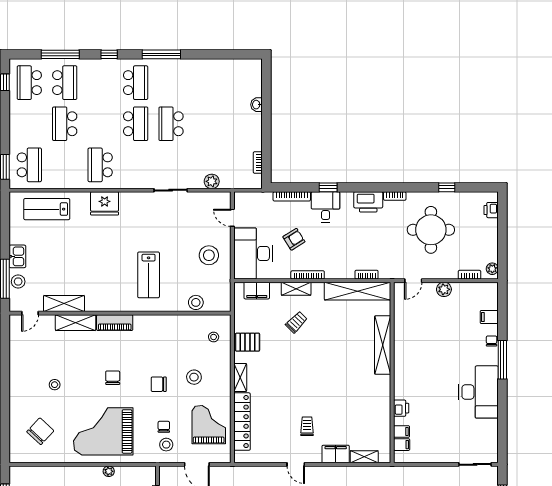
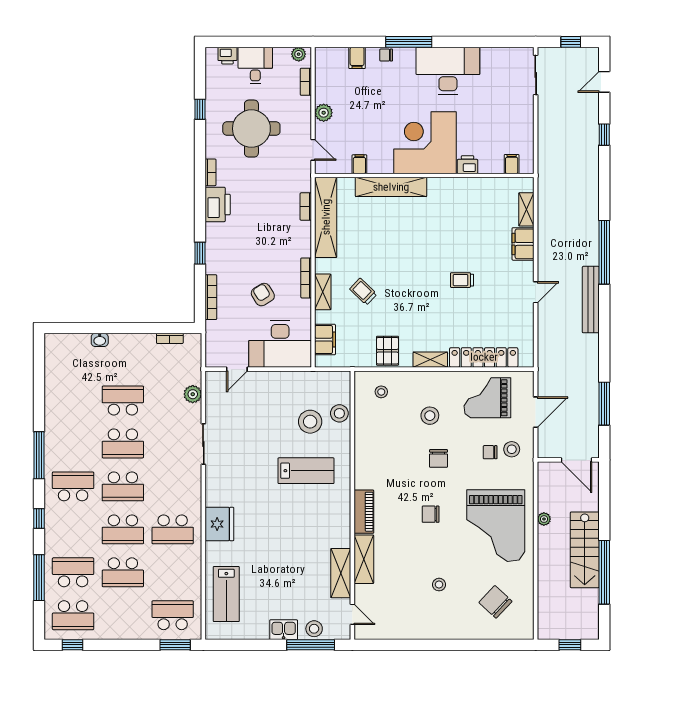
school desk: (100, 124) -> (123, 529), added
school desk: (136, 124) -> (123, 486), turned 180
school desk: (206, 124) -> (123, 401), added
desk: (326, 207) -> (255, 65), moved, turned 90
stool: (209, 255) -> (310, 422), moved
corner desk: (419, 373) -> (425, 143), added
trolley: (307, 426) -> (462, 280), moved
filing cabinet: (401, 431) -> (359, 164), moved

